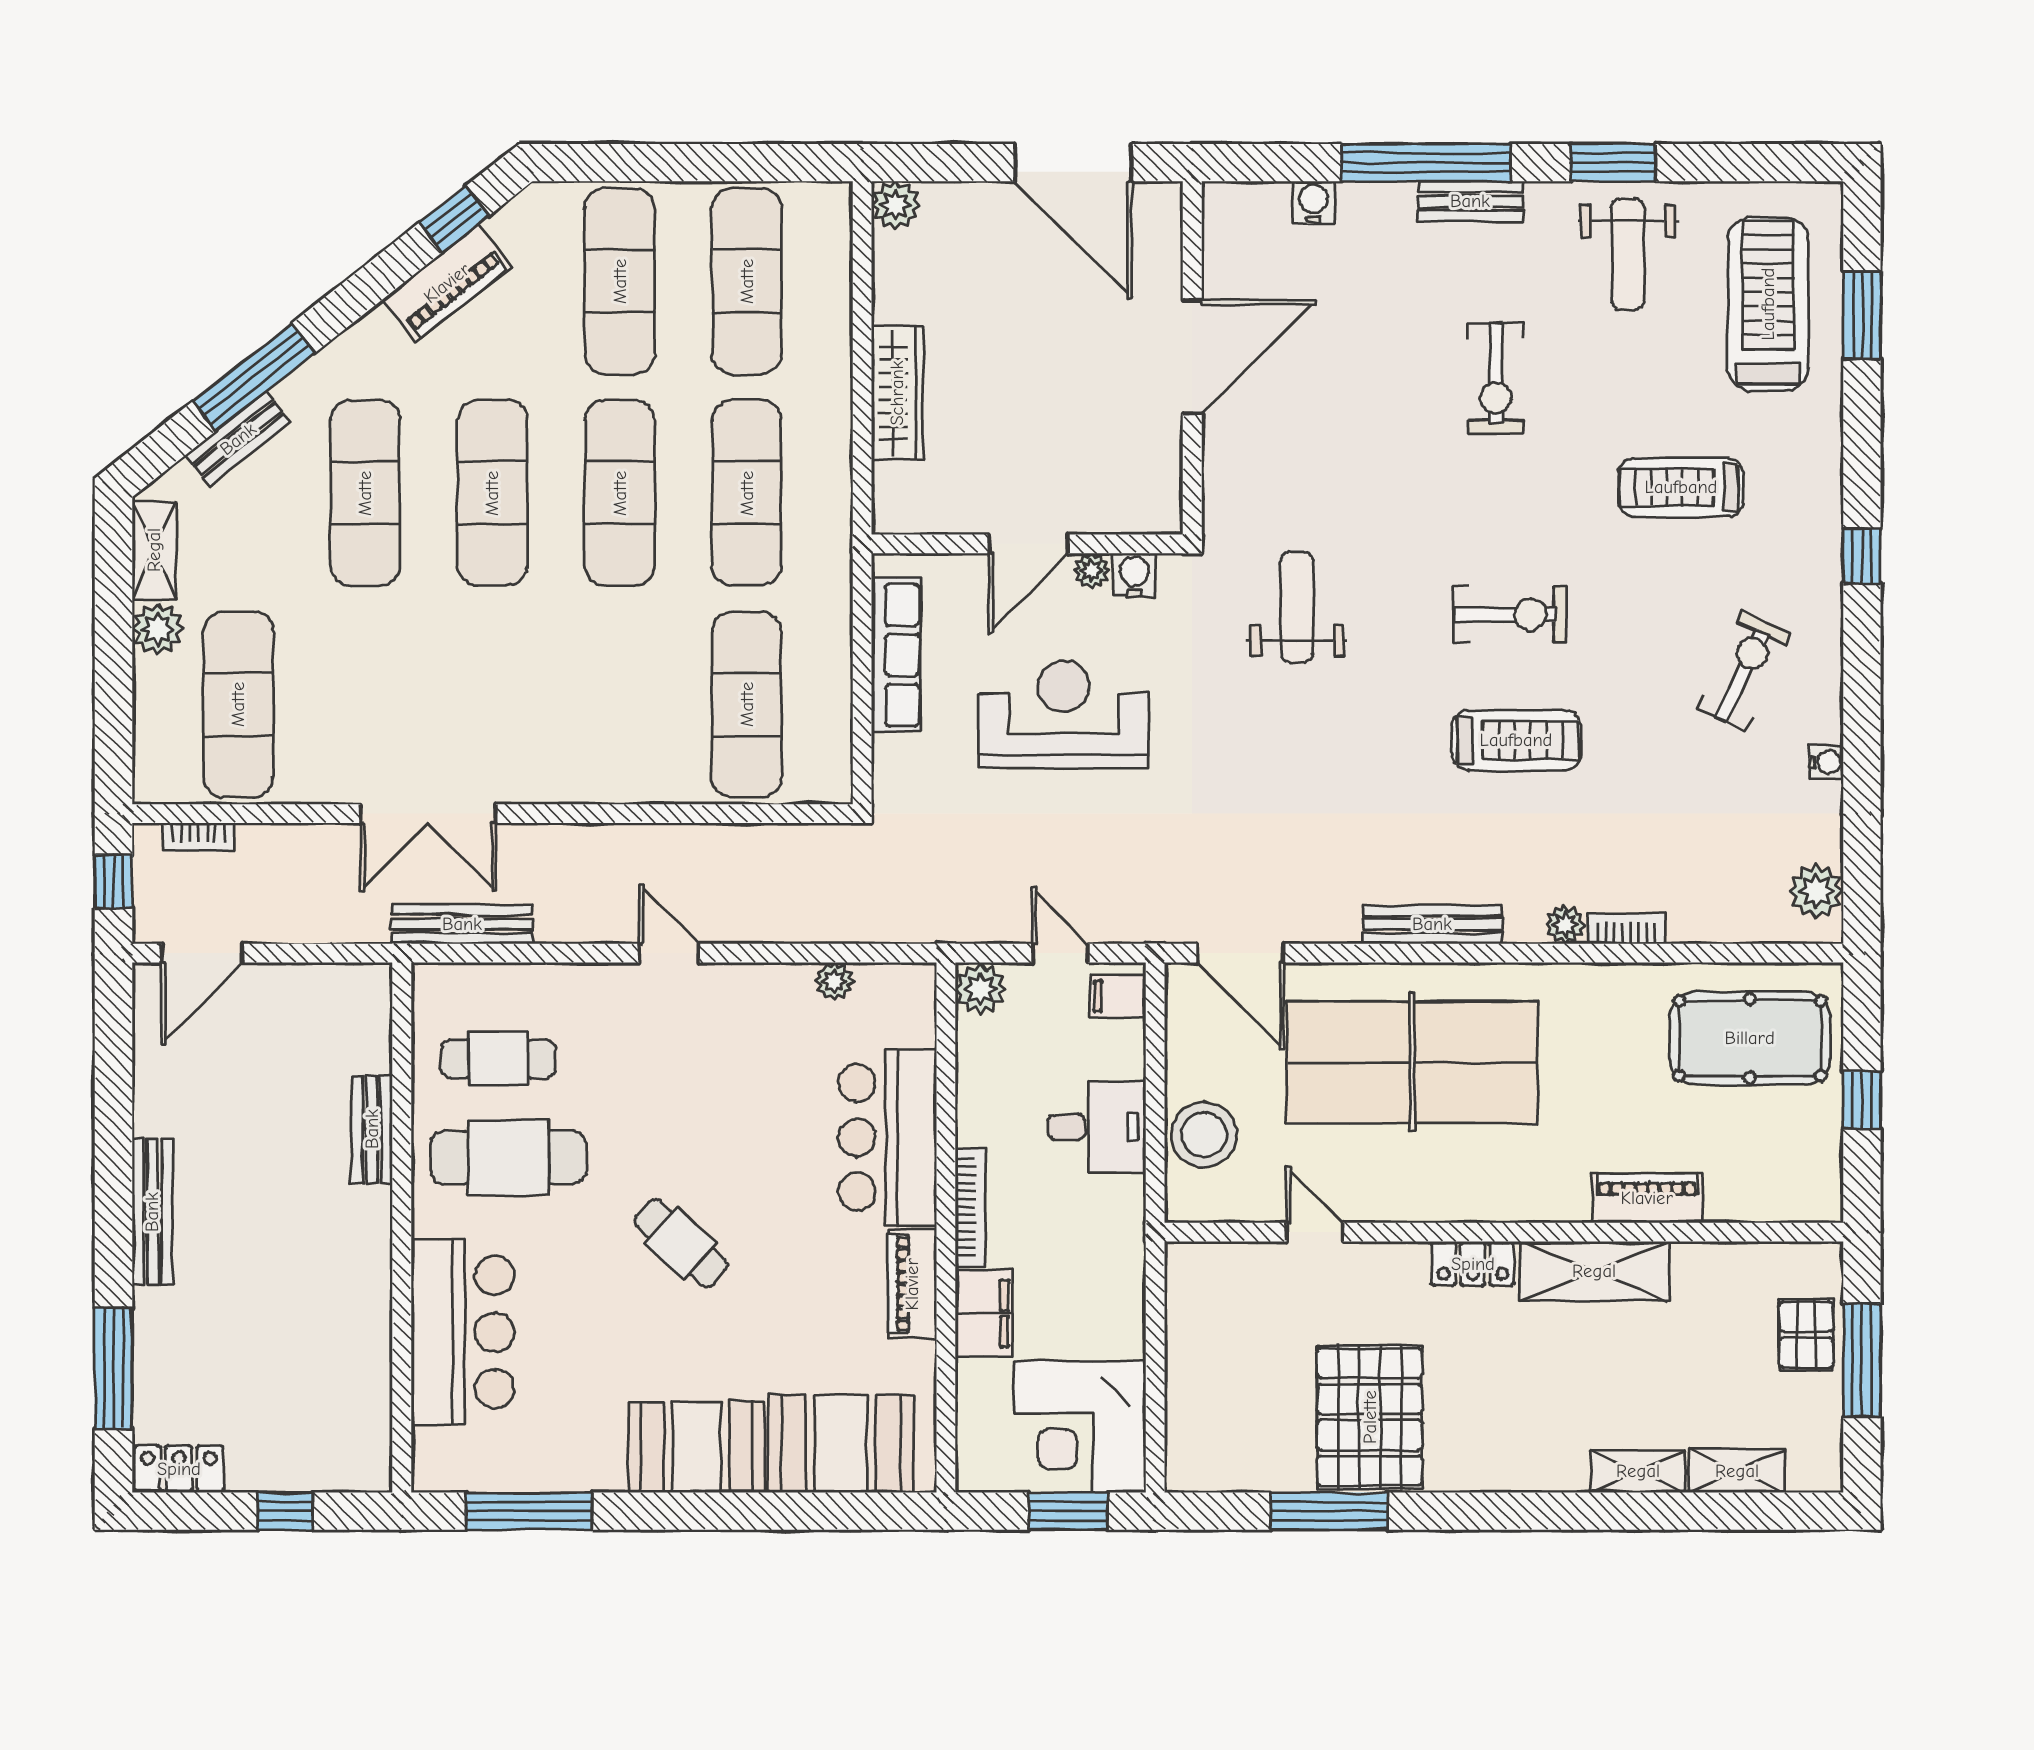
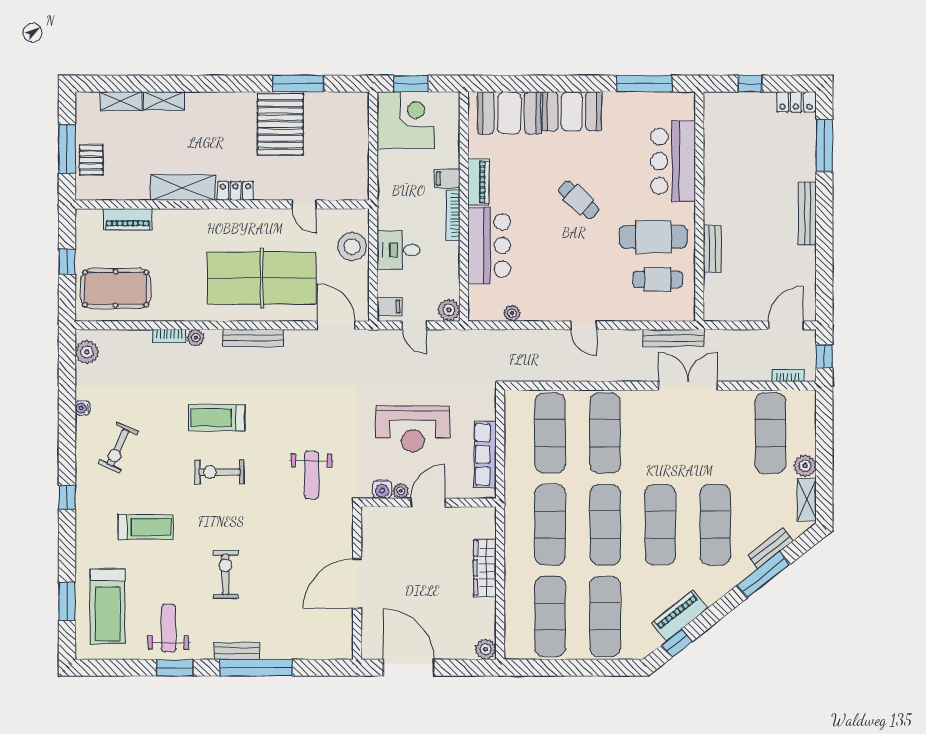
water cooler: (1314, 202) -> (304, 651), removed
exercise mat: (620, 704) -> (605, 433), added
piano: (1647, 1198) -> (128, 219), moved
filing cabinet: (984, 1314) -> (447, 179), width x0.50

